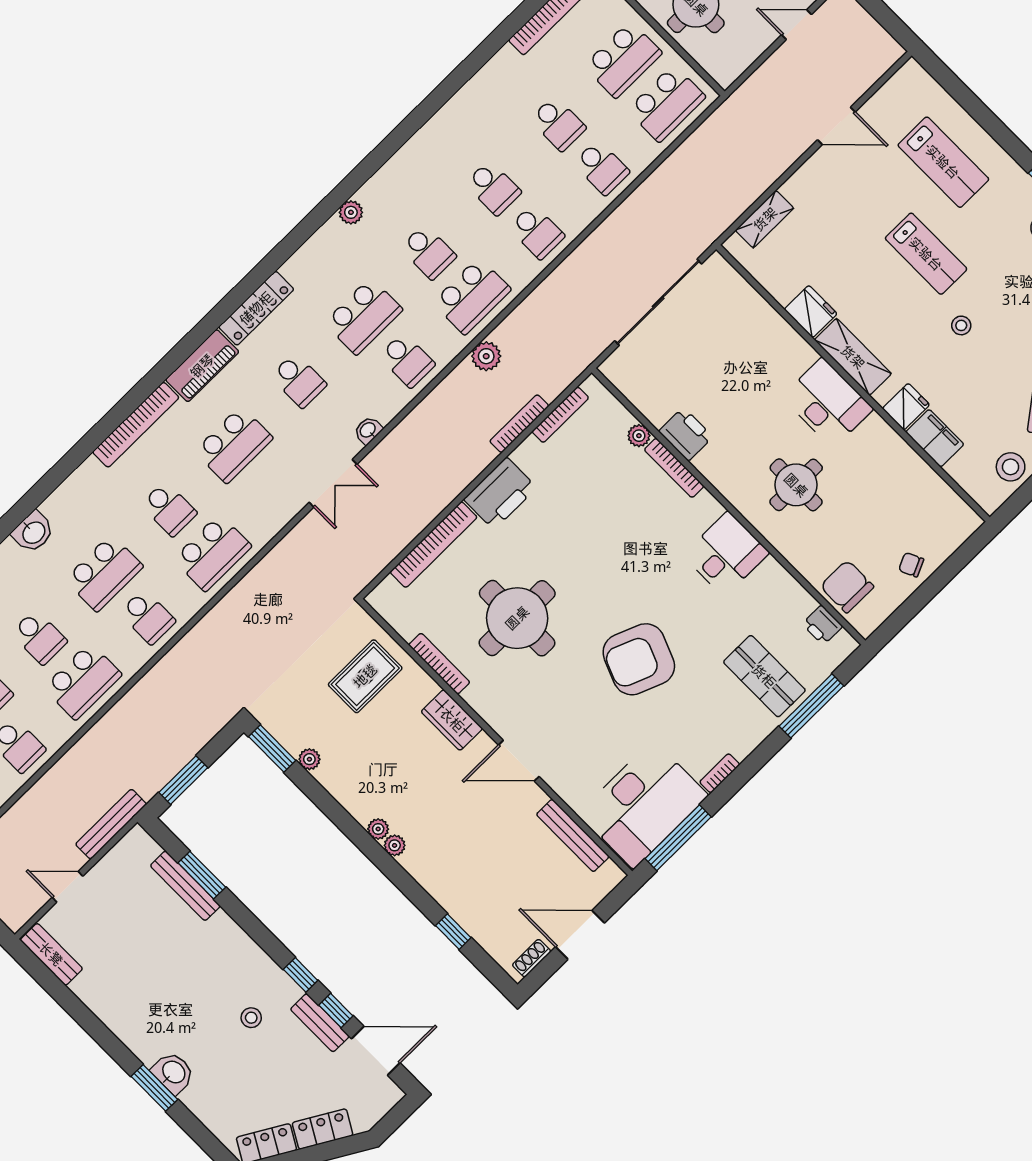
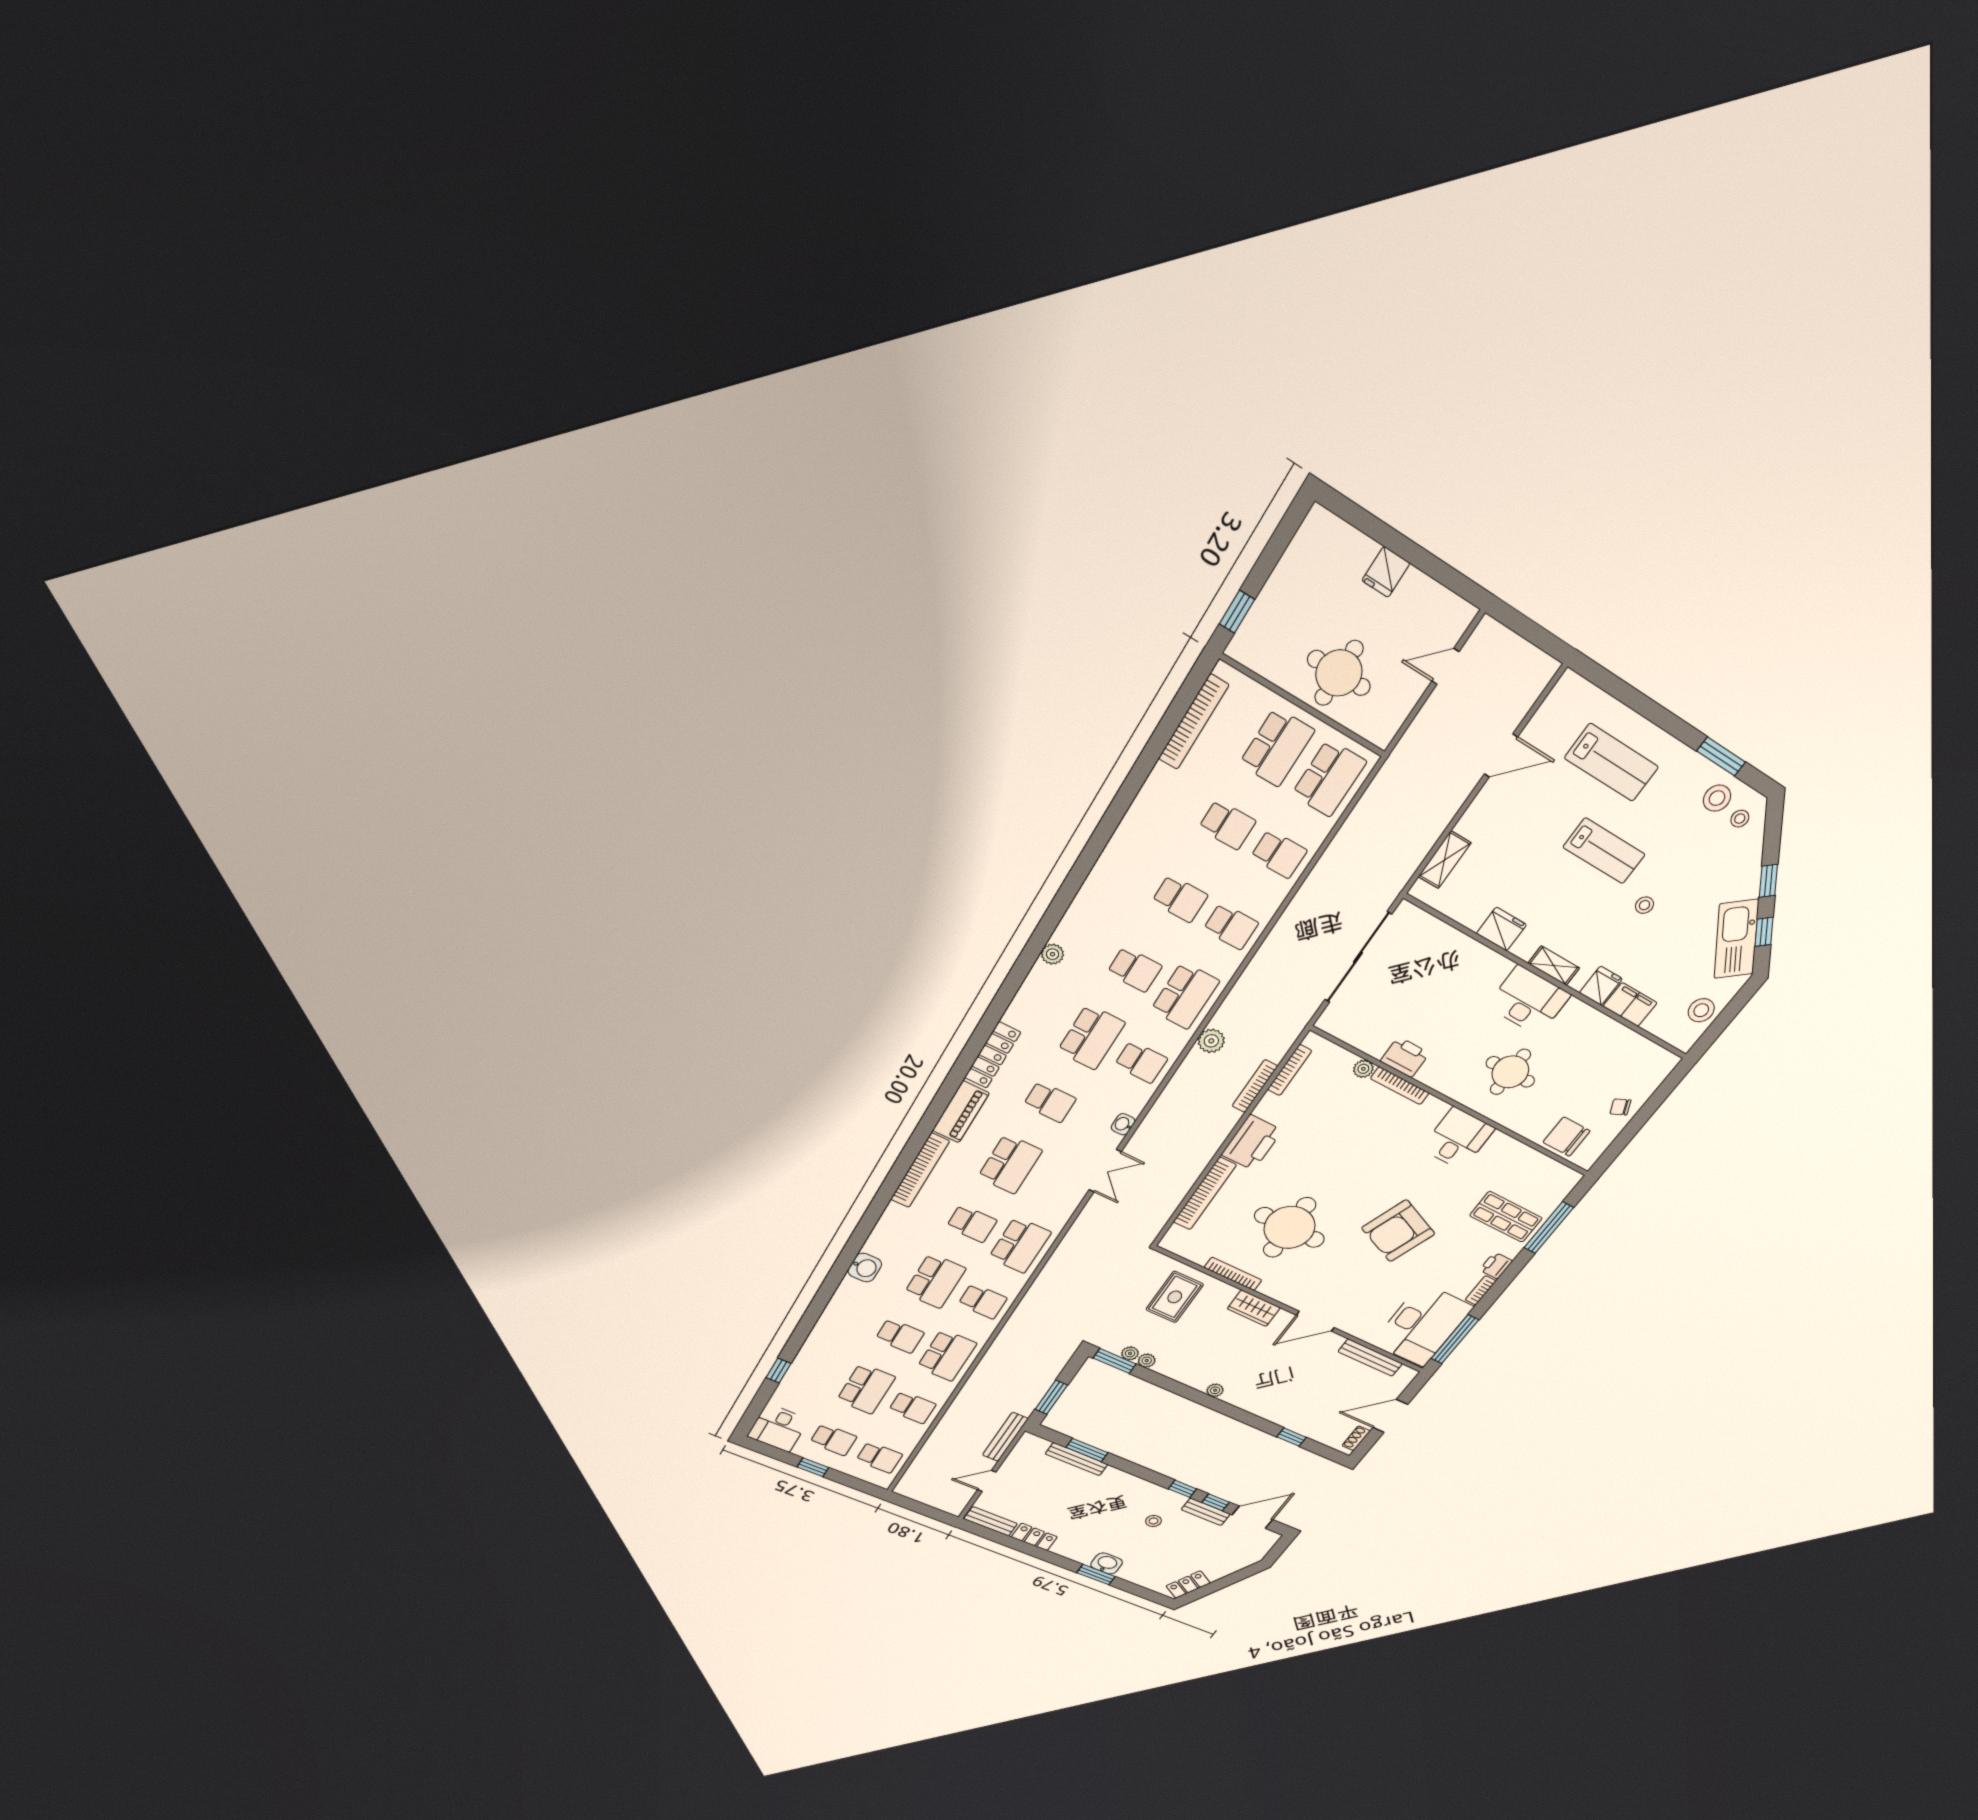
shelving: (853, 357) -> (1554, 966), width x0.67, depth x0.75
printer: (822, 625) -> (1496, 1265), moved, turned 90
plant: (395, 845) -> (1130, 1353), moved
locker: (323, 1129) -> (1034, 1537), moved, turned 60

